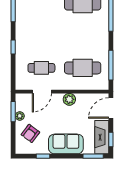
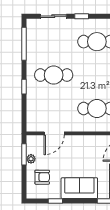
cafe table: (41, 68) -> (54, 75), moved, width x1.37, depth x1.35
plant: (69, 99) -> (83, 141), removed
armchair: (30, 133) -> (42, 177), turned -127

